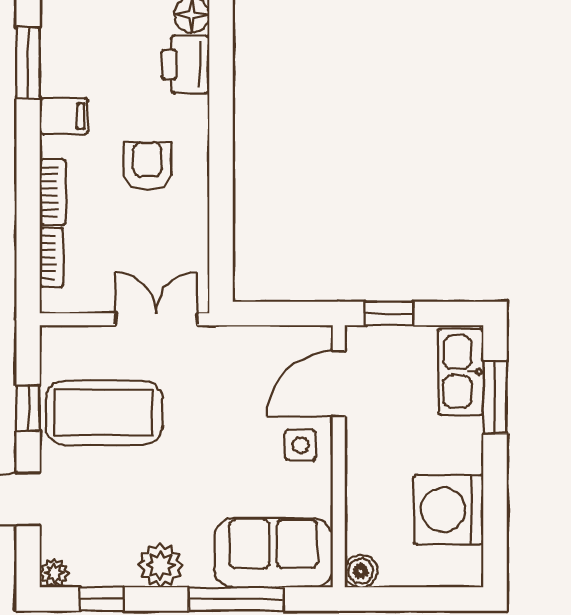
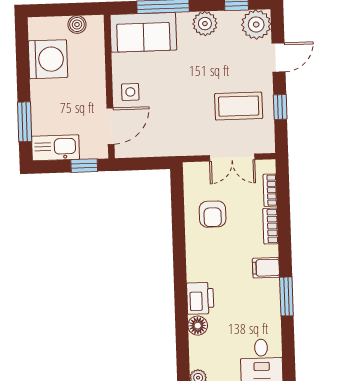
armchair: (147, 166) -> (213, 214), moved
double door: (156, 319) -> (232, 157), moved
kitchen sink: (461, 372) -> (55, 148), moved, turned -90
coffee table: (104, 413) -> (239, 106), width x0.73, depth x0.76
boiler: (361, 571) -> (77, 25), moved
plant: (54, 573) -> (256, 24), width x1.88, depth x1.88

